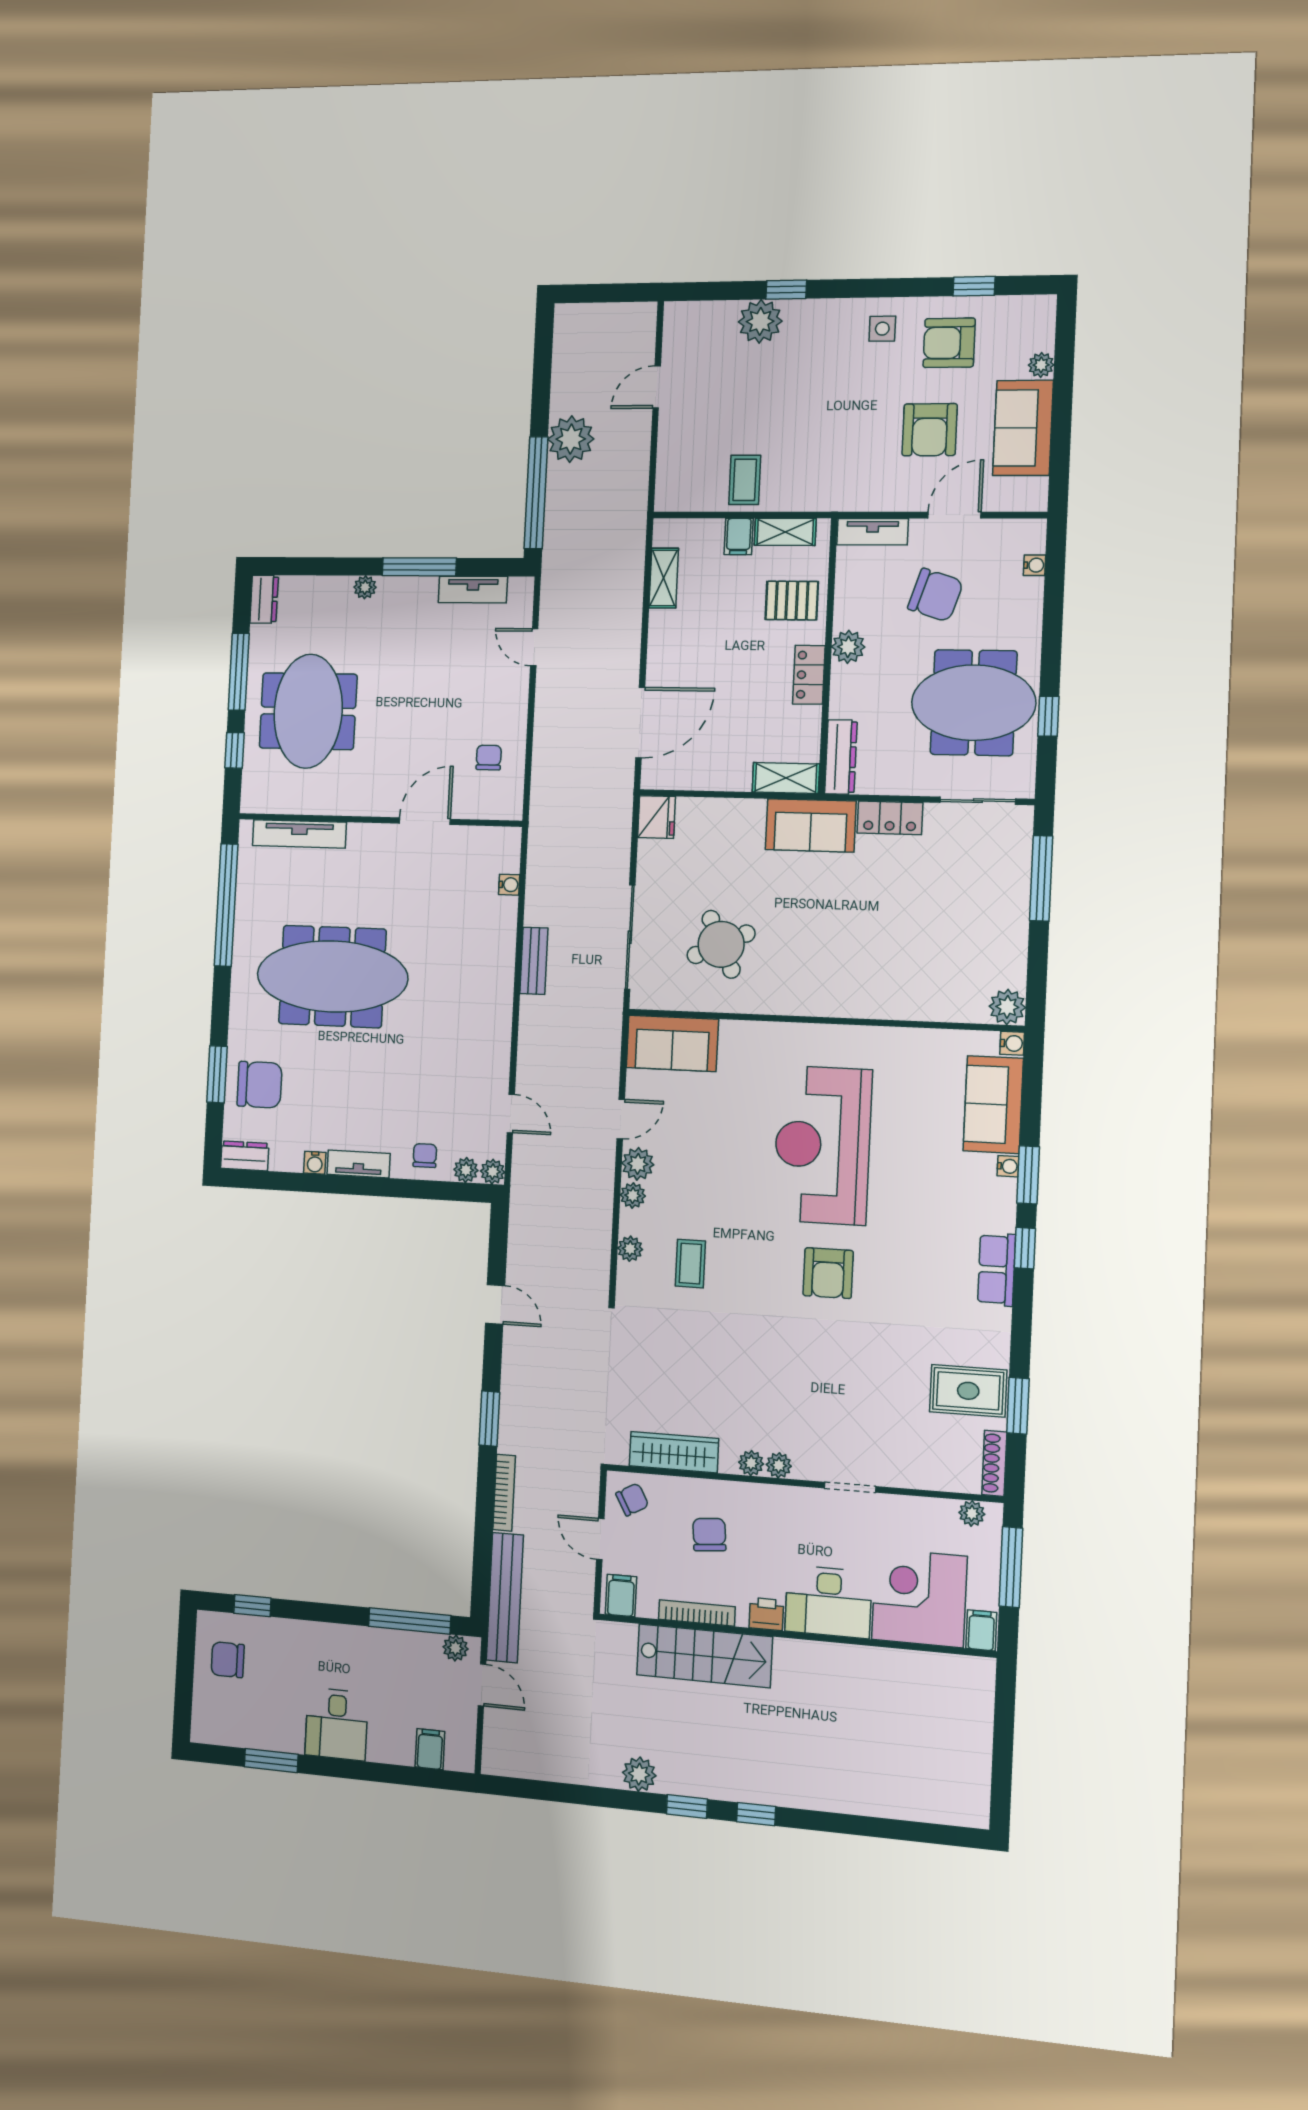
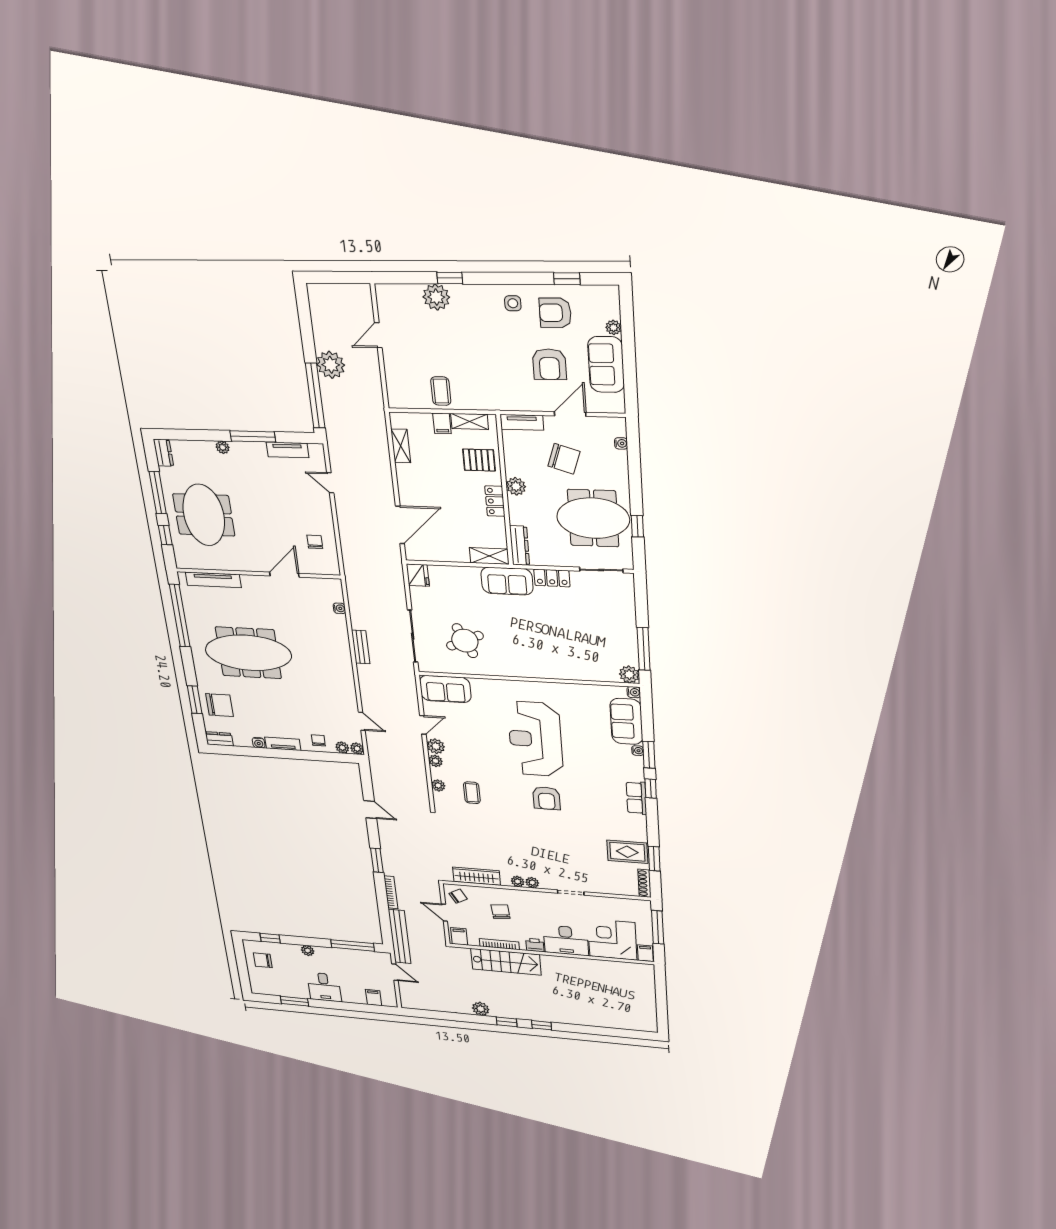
window: (1041, 878) -> (644, 649), moved
plant: (972, 1513) -> (635, 904), removed
plant: (455, 1648) -> (308, 951), moved

